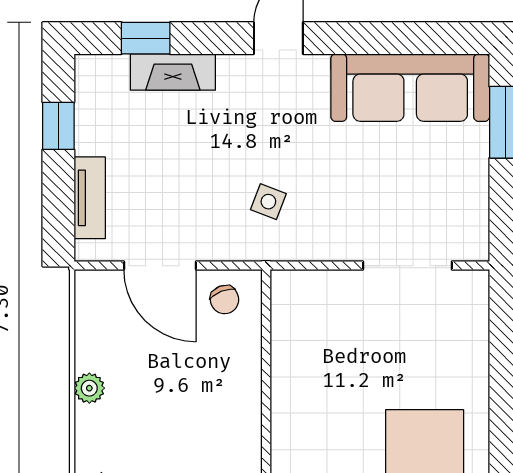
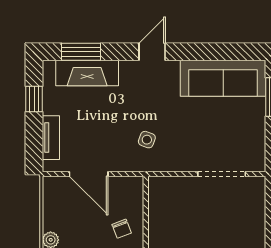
window: (146, 38) -> (81, 52), width x1.50
fireplace: (173, 72) -> (87, 73), width x1.37, depth x1.32
chair: (225, 300) -> (122, 229), moved

